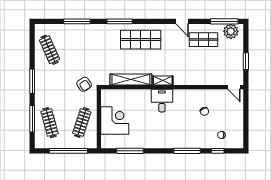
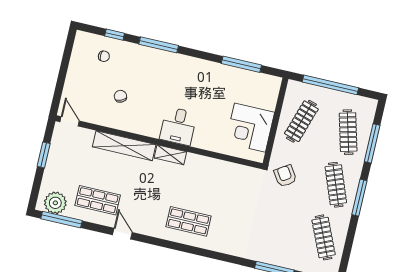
window: (120, 21) -> (213, 255), removed
shop shelf: (141, 40) -> (188, 221), width x0.70, depth x0.74
shelving: (131, 79) -> (124, 146), moved
clothes rail: (50, 86) -> (336, 185), added
corner desk: (115, 121) -> (250, 128), moved

